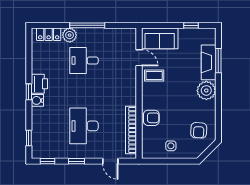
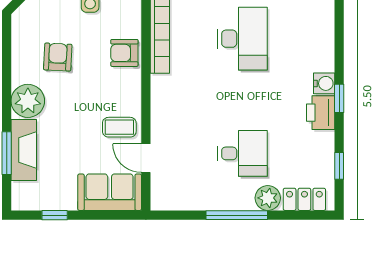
armchair: (199, 130) -> (58, 57), moved
window: (29, 138) -> (339, 166), moved

